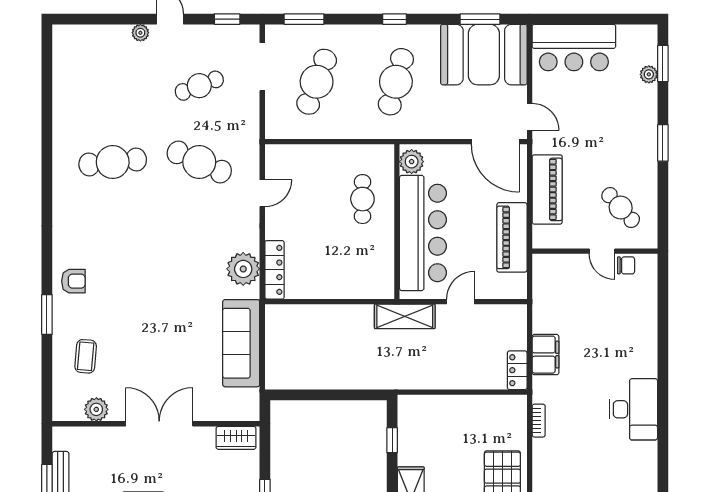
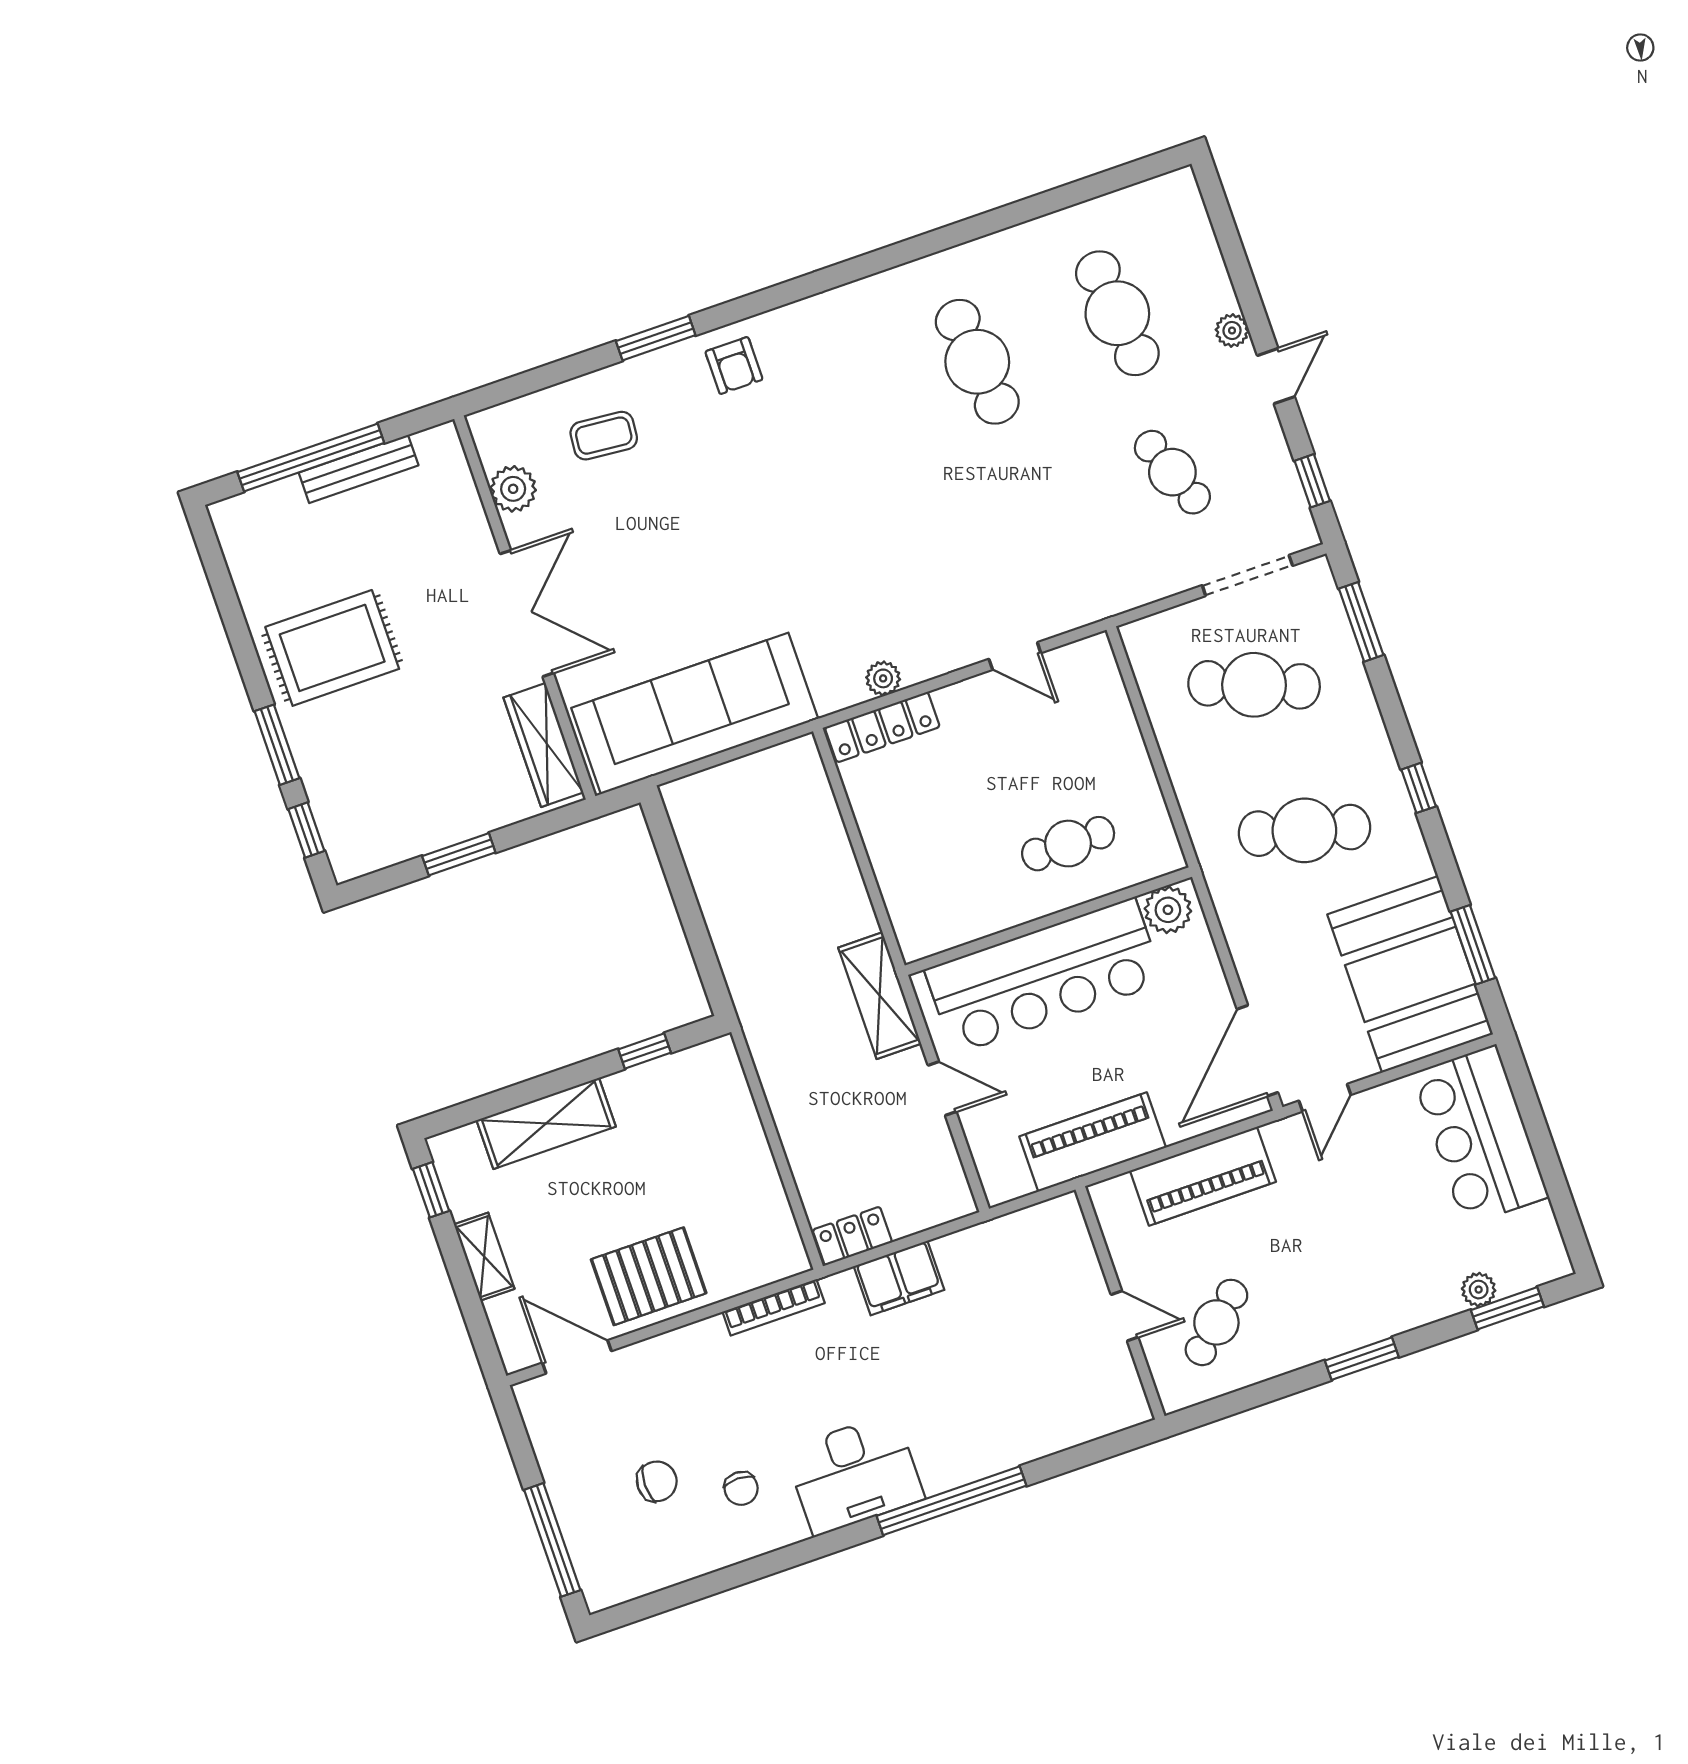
cafe table: (199, 162) -> (1117, 313), moved, turned -30
door: (602, 251) -> (1125, 1316), swing flipped
chair: (626, 265) -> (741, 1488), moved
plant: (243, 269) -> (883, 678), width x0.53, depth x0.53
sofa: (241, 343) -> (695, 713), width x1.36, depth x1.27
window: (663, 367) -> (951, 1501), added
bookcase: (539, 421) -> (774, 1307), width x1.56
wardrobe: (236, 438) -> (543, 745), width x1.50

